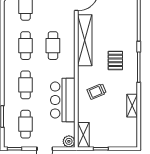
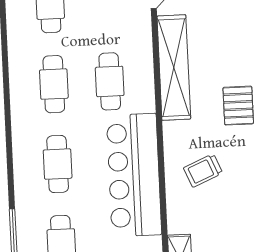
bar counter: (63, 100) -> (134, 175), width x1.36

